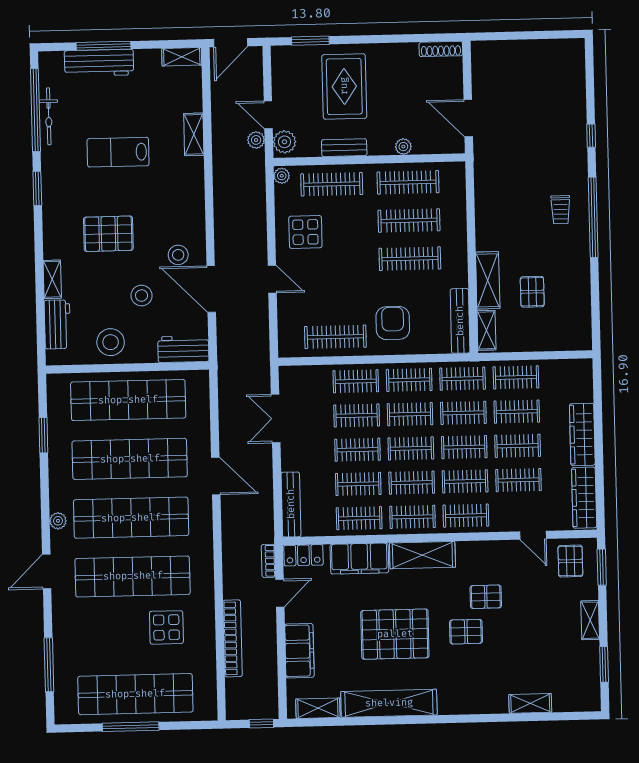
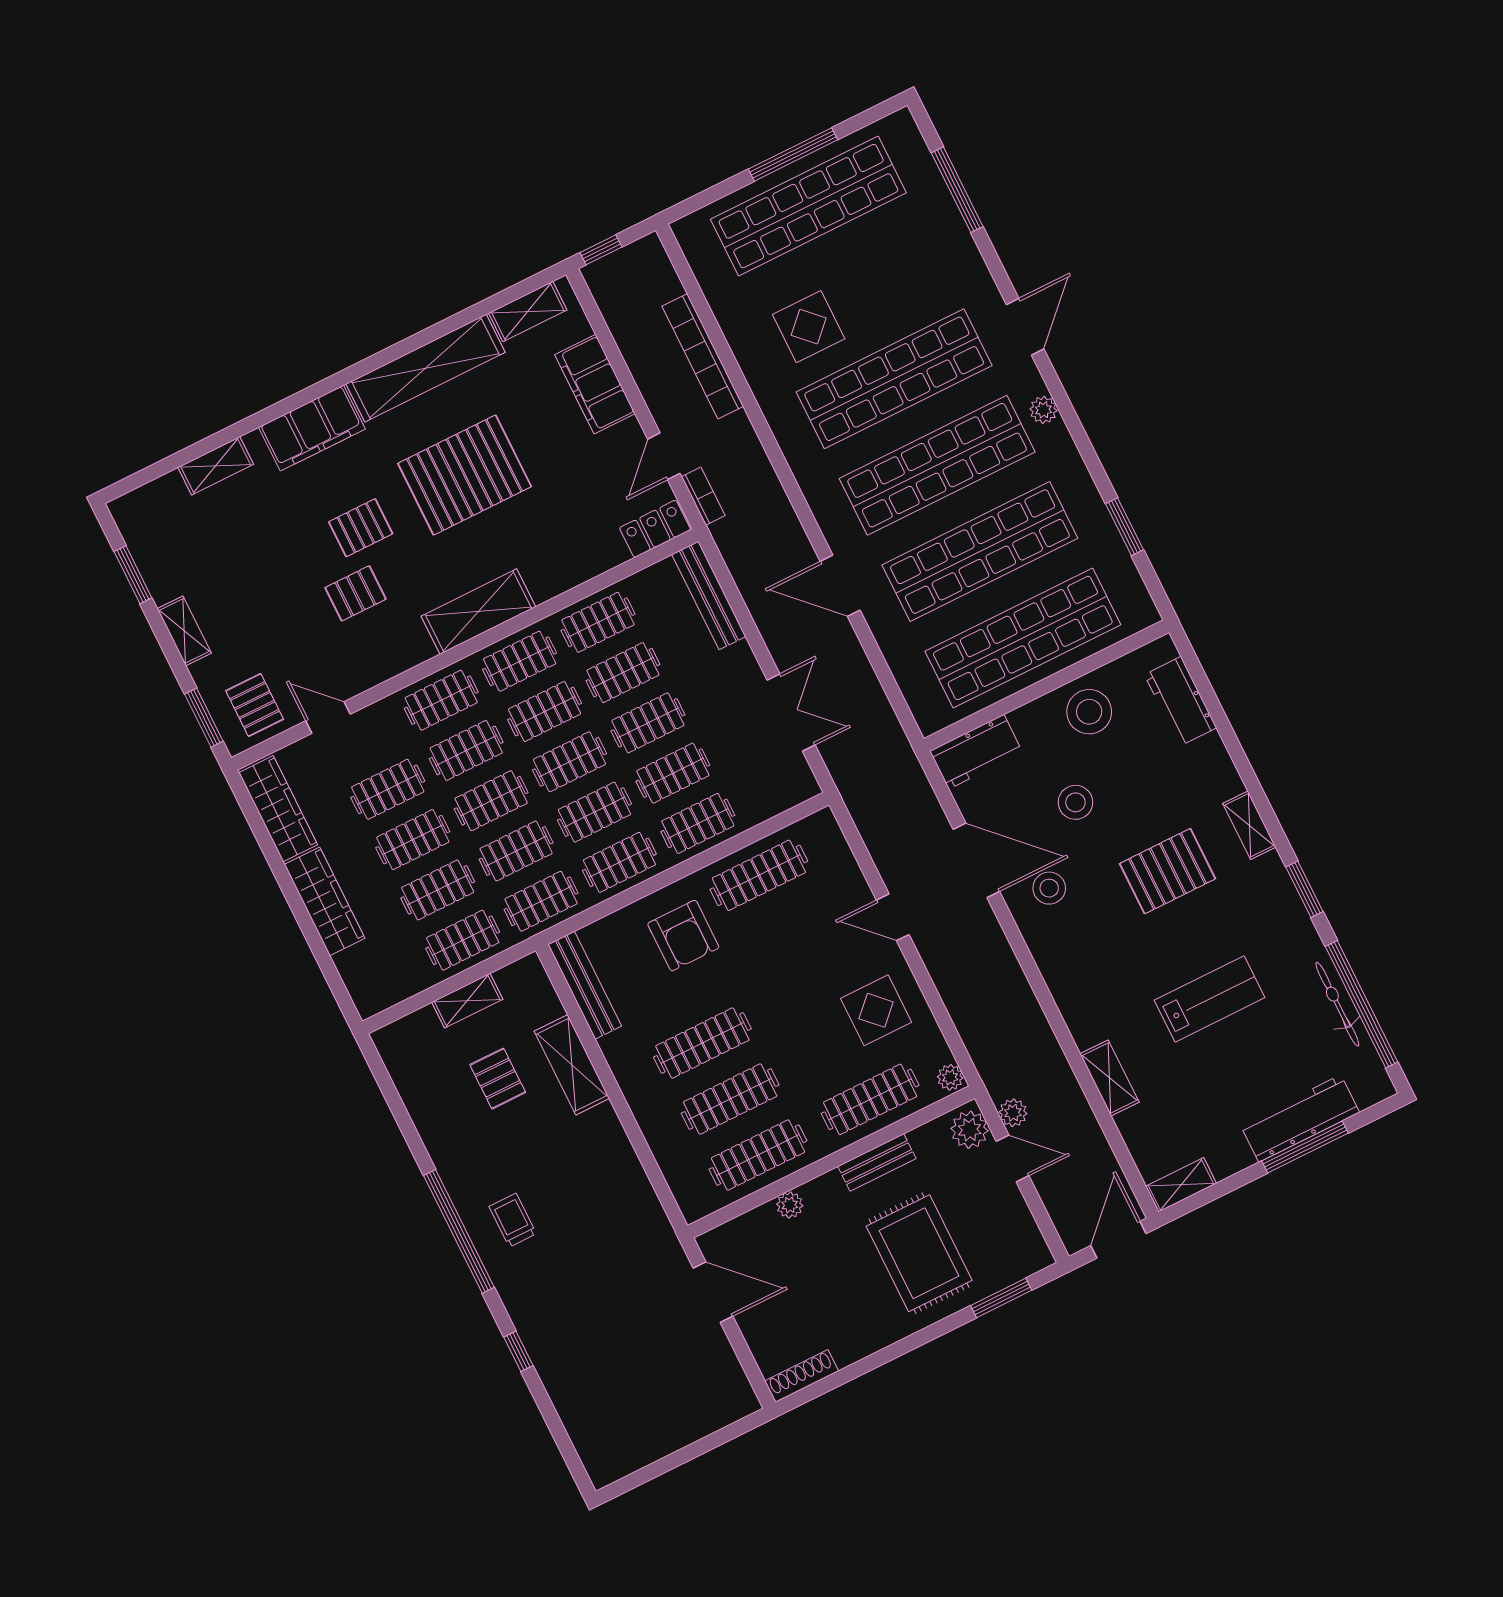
shelving: (52, 279) -> (1249, 825), moved
shelving: (486, 330) -> (467, 1001), moved, turned 90
filing cabinet: (359, 559) -> (312, 428), moved, turned 180

